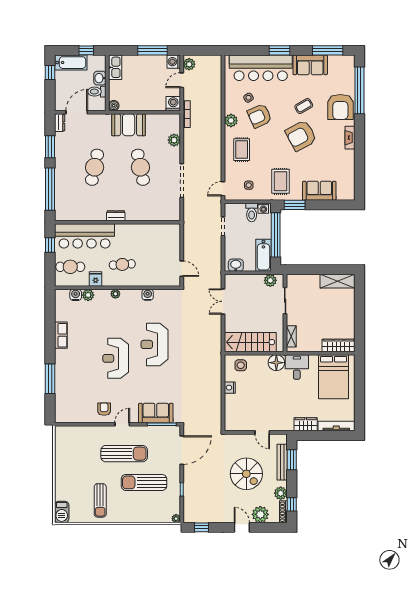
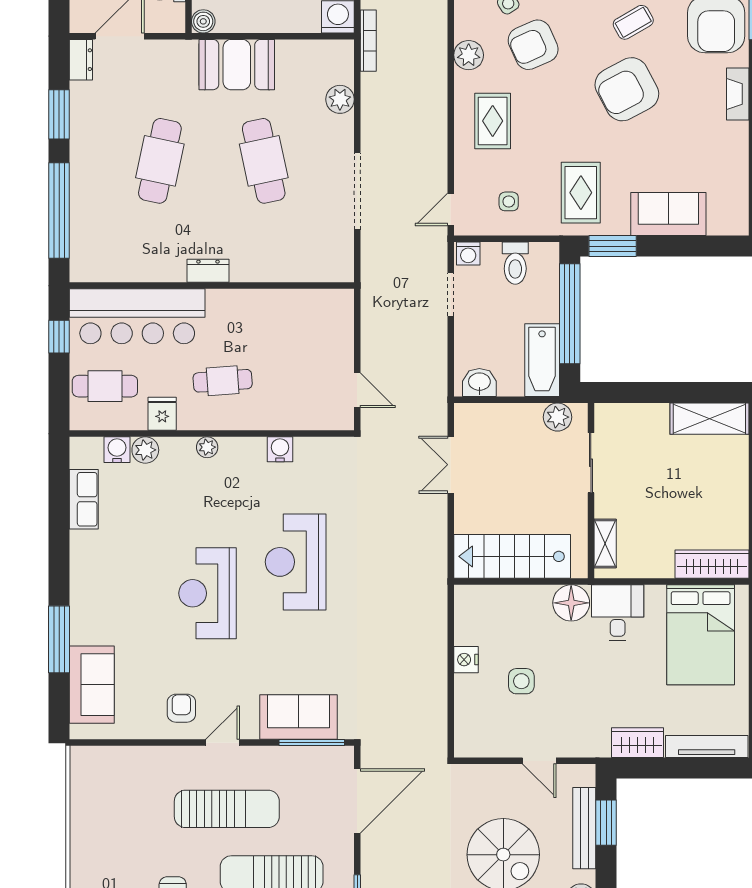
washing machine: (263, 208) -> (468, 254), moved
row of seats: (61, 335) -> (84, 499), moved
side table: (241, 365) -> (521, 681), moved
sofa: (64, 399) -> (92, 685), added

